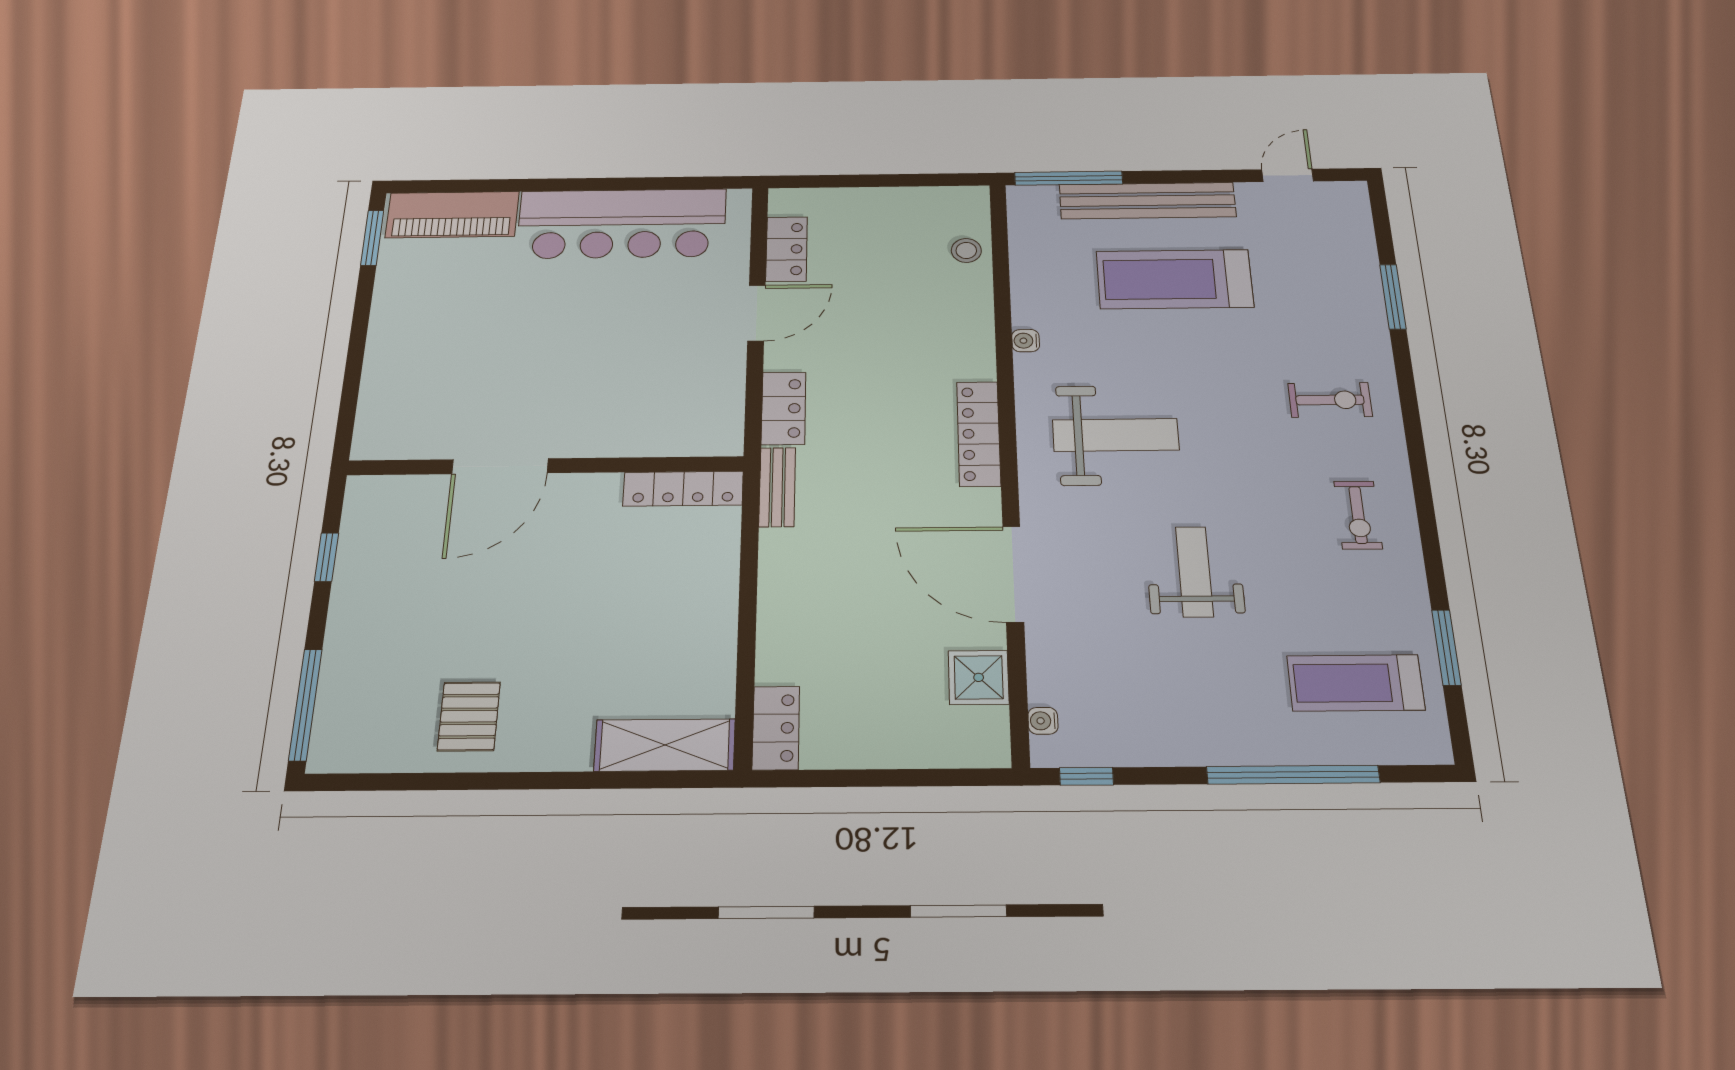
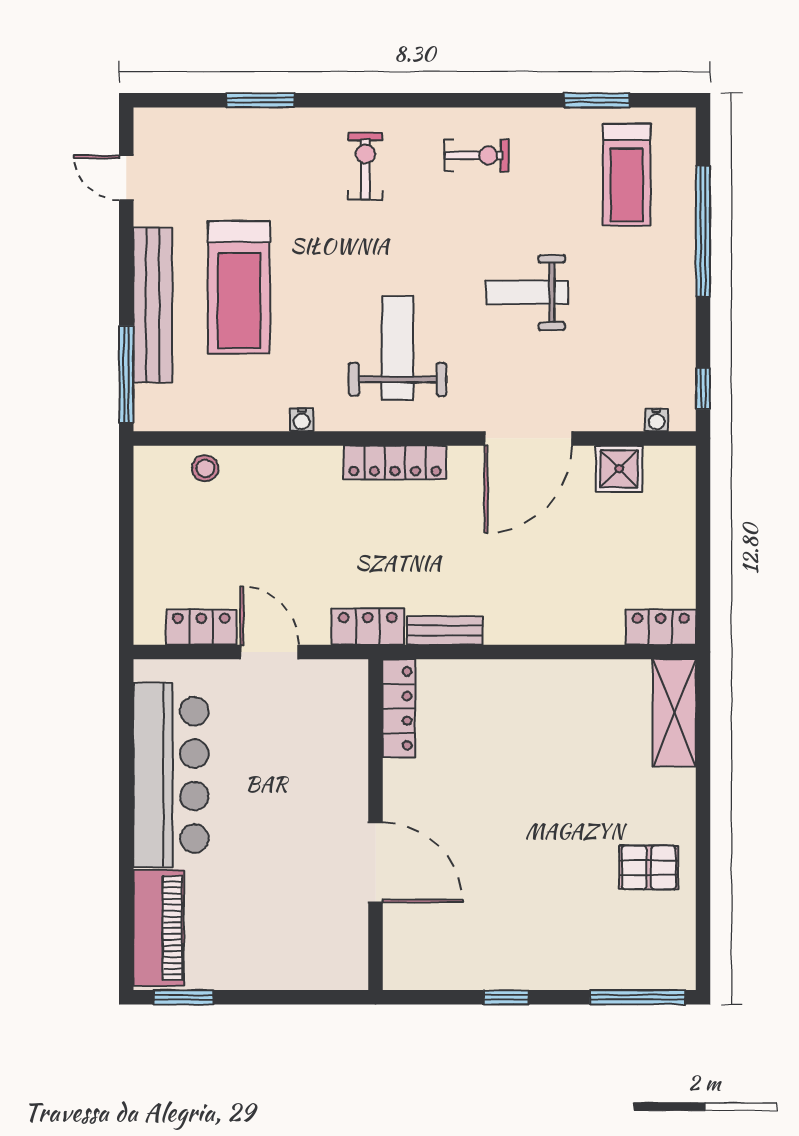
door: (500, 466) -> (376, 862), moved
wall: (545, 466) -> (376, 825), moved
locker: (683, 489) -> (399, 708), moved

